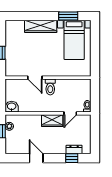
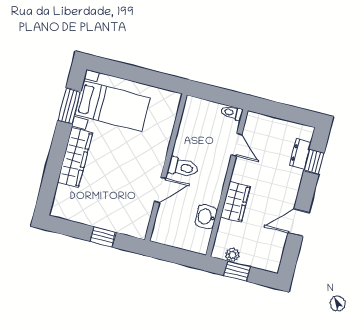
washbasin: (12, 107) -> (206, 217), moved
wardrobe: (52, 121) -> (236, 202), moved

